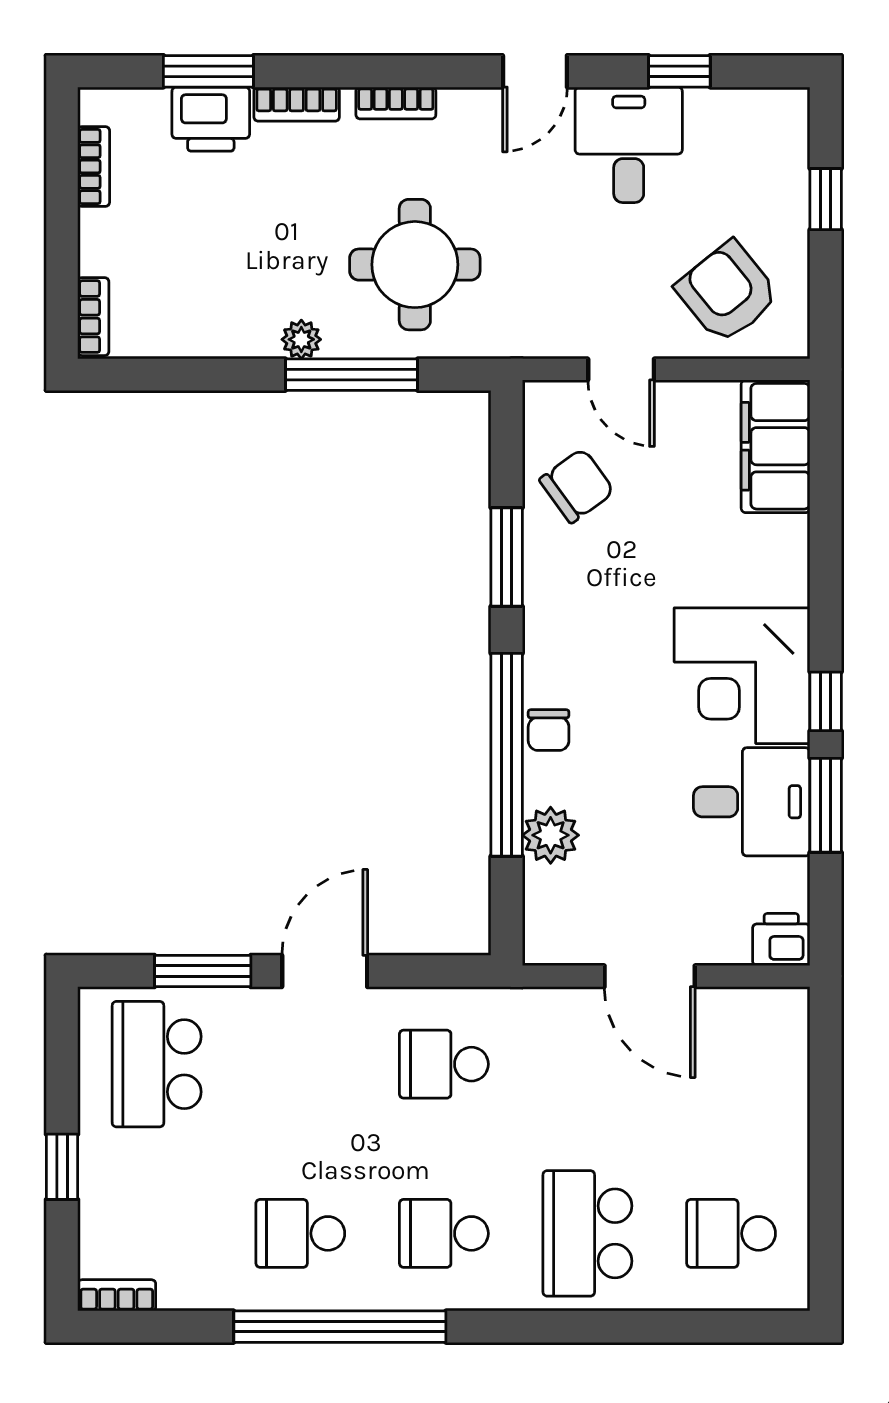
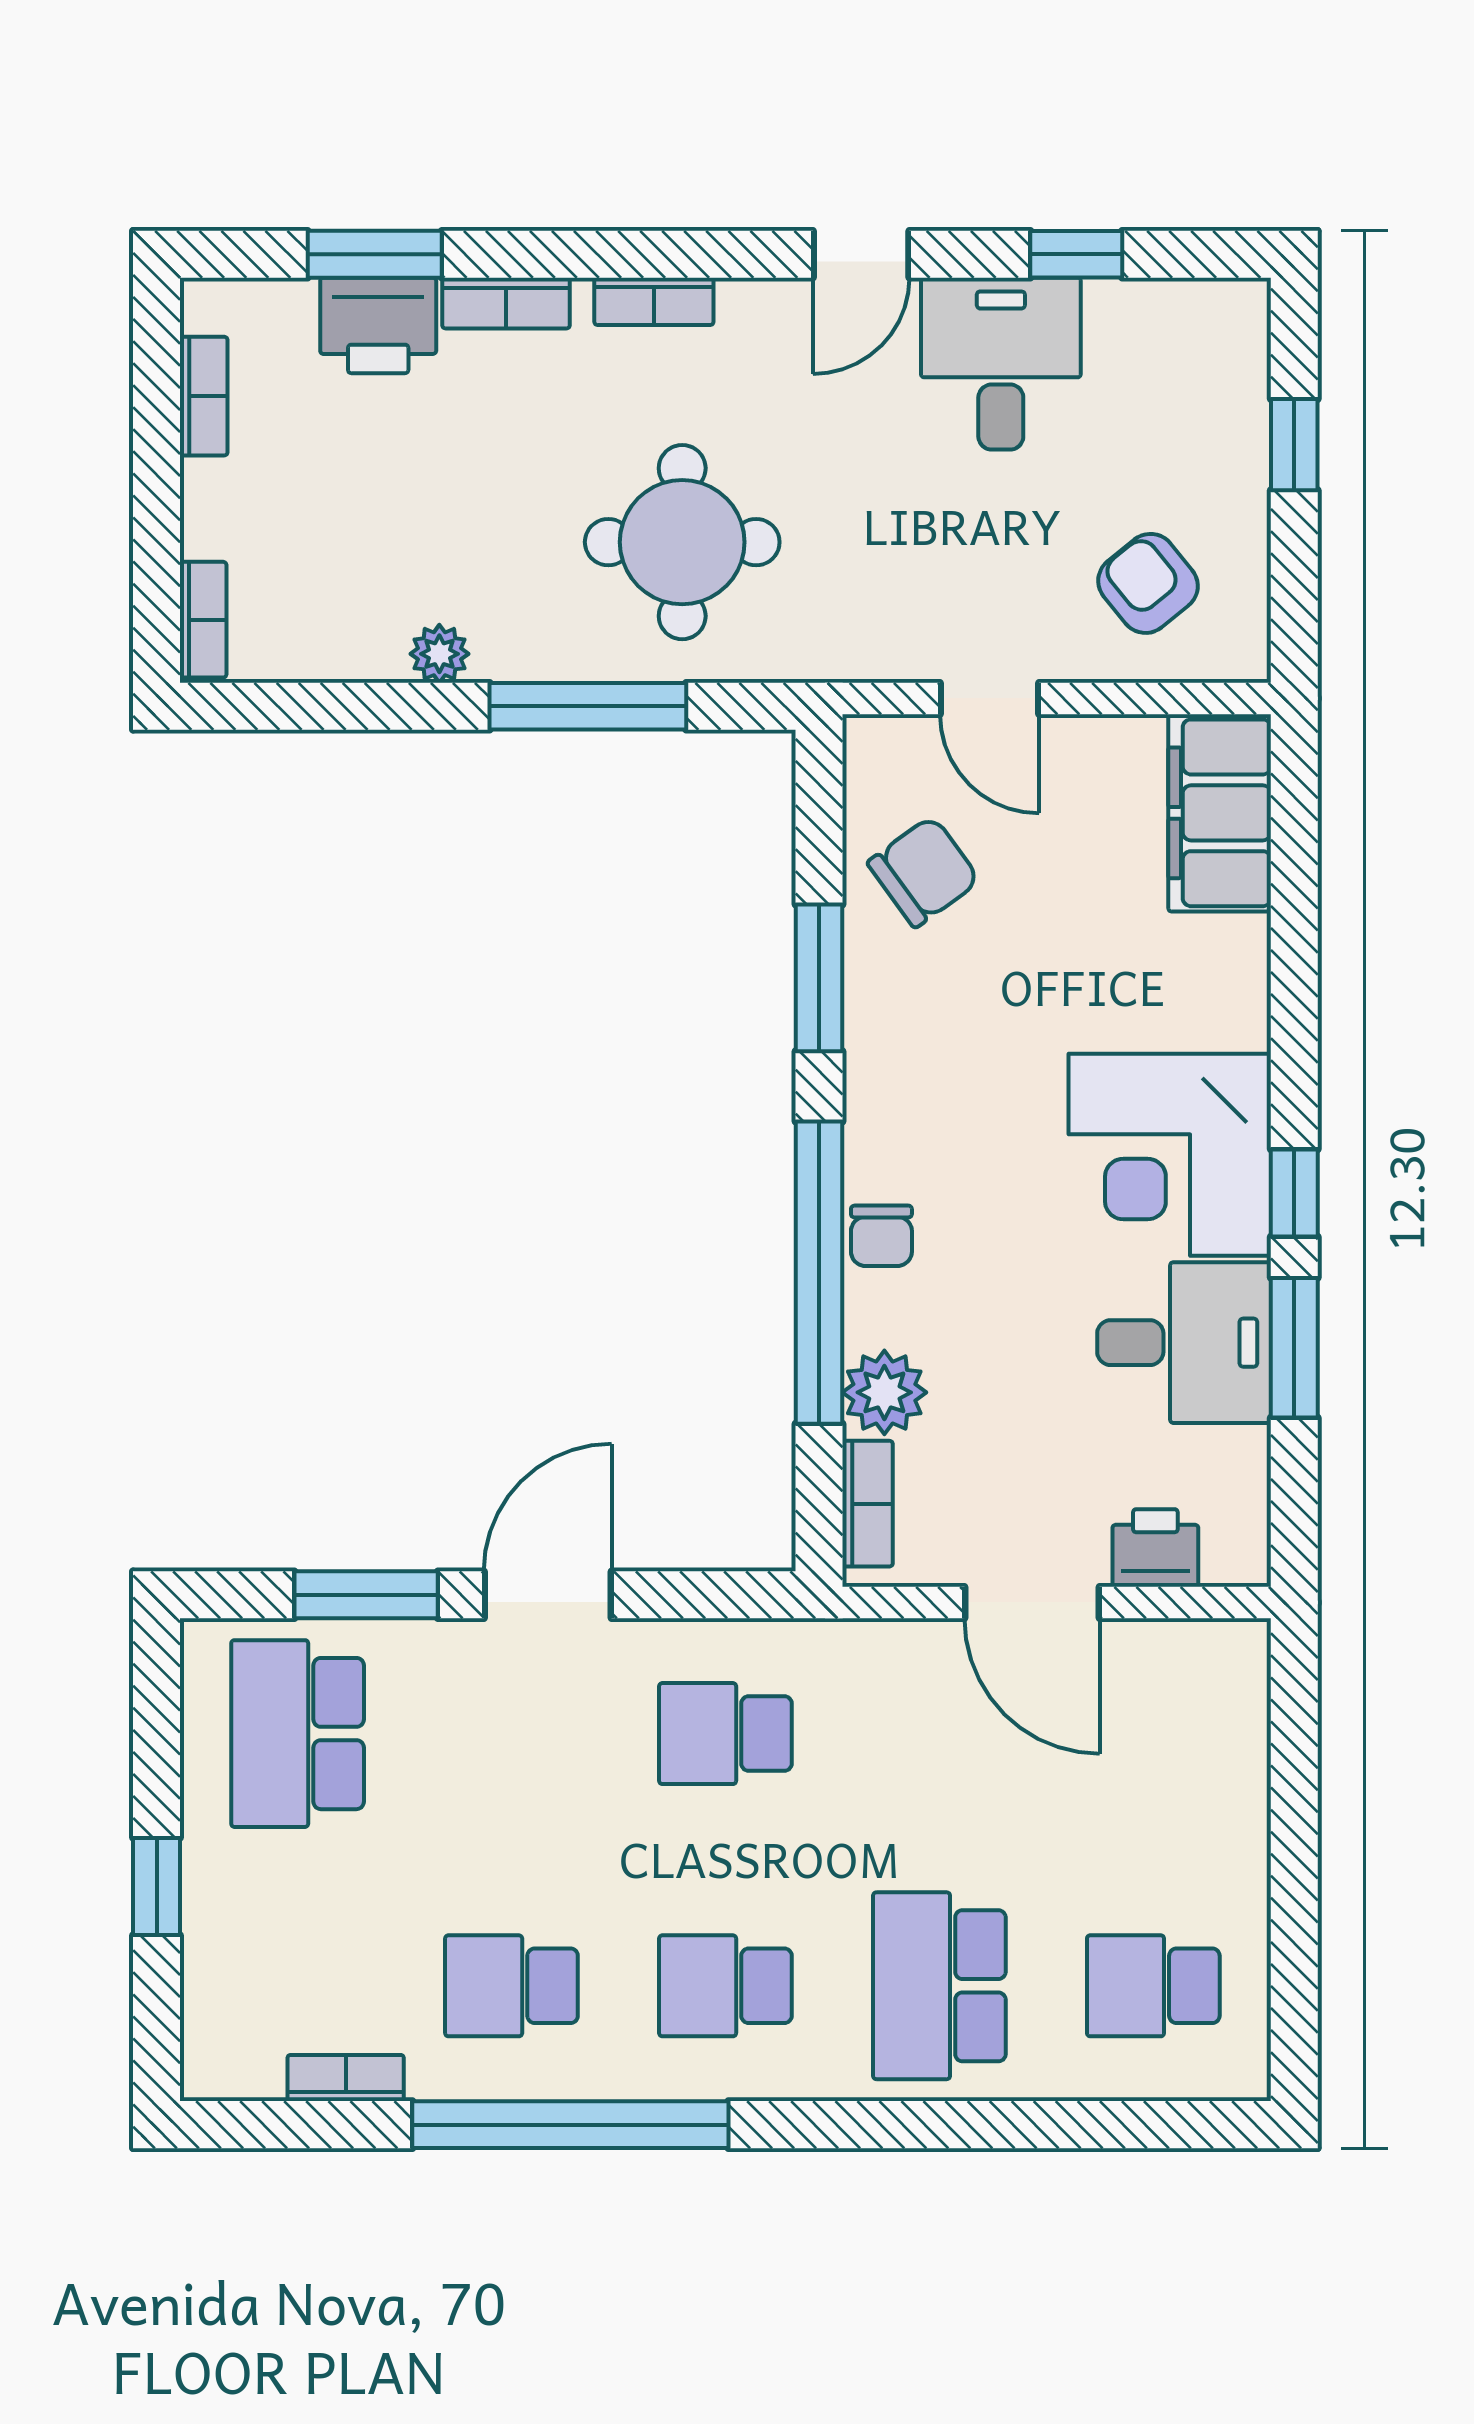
armchair: (727, 292) -> (1148, 583), width x0.72, depth x0.72
plant: (301, 339) -> (439, 654), moved
bookcase: (539, 910) -> (868, 1504), added
printer: (781, 940) -> (1155, 1548), moved
bookcase: (117, 1295) -> (346, 2078), moved

